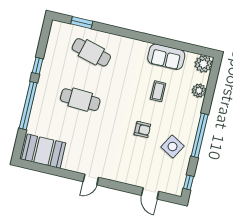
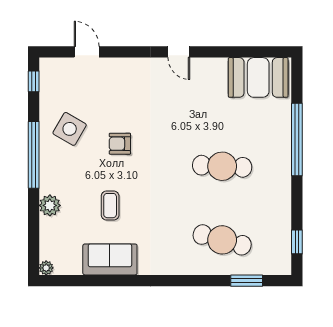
plant: (203, 64) -> (46, 268), width x0.53, depth x0.53
window: (38, 66) -> (297, 242), moved
plant: (199, 91) -> (50, 205), moved
door: (91, 179) -> (179, 52), swing flipped

